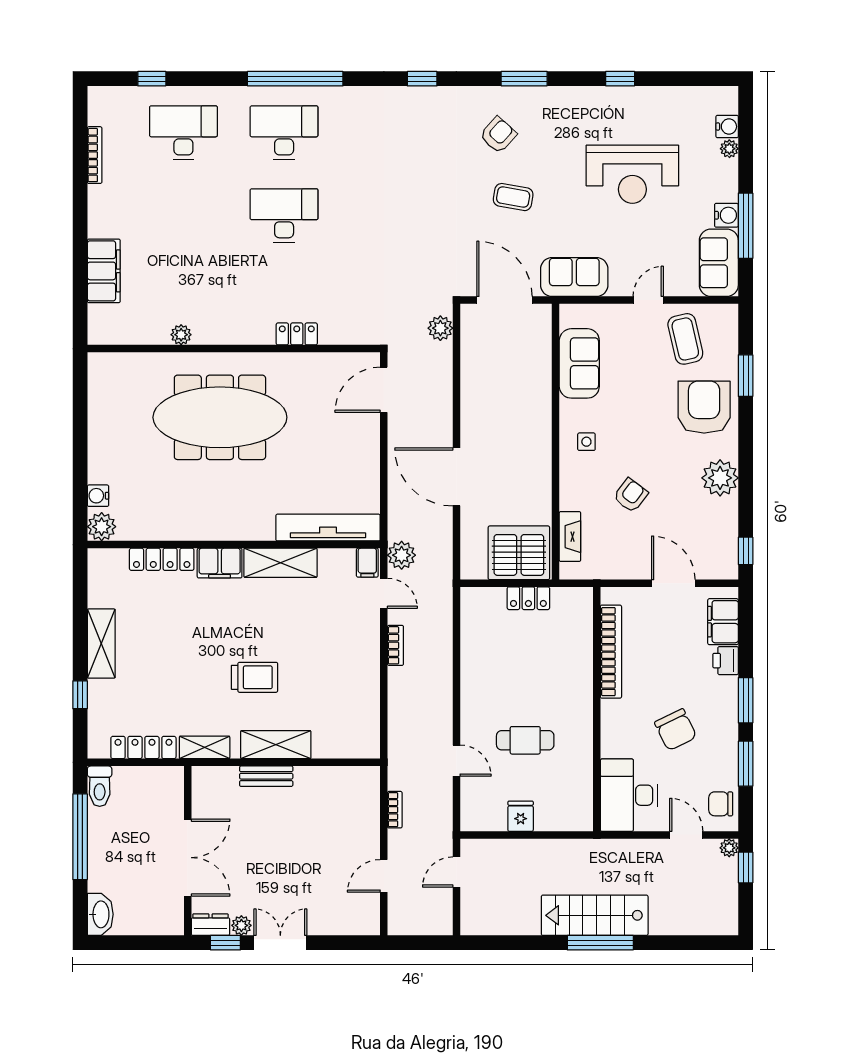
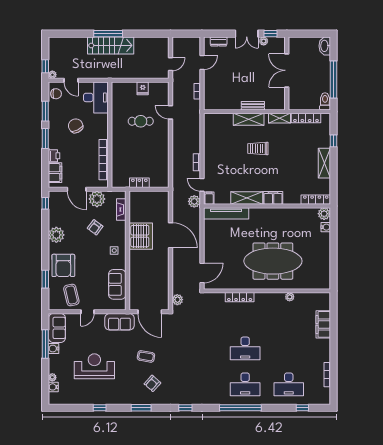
locker: (297, 334) -> (240, 297), width x1.53
server rack: (519, 553) -> (141, 236), moved, turned -90
locker: (162, 559) -> (316, 200), moved
plant: (626, 561) -> (97, 199), added
dresser: (210, 925) -> (219, 41), moved

